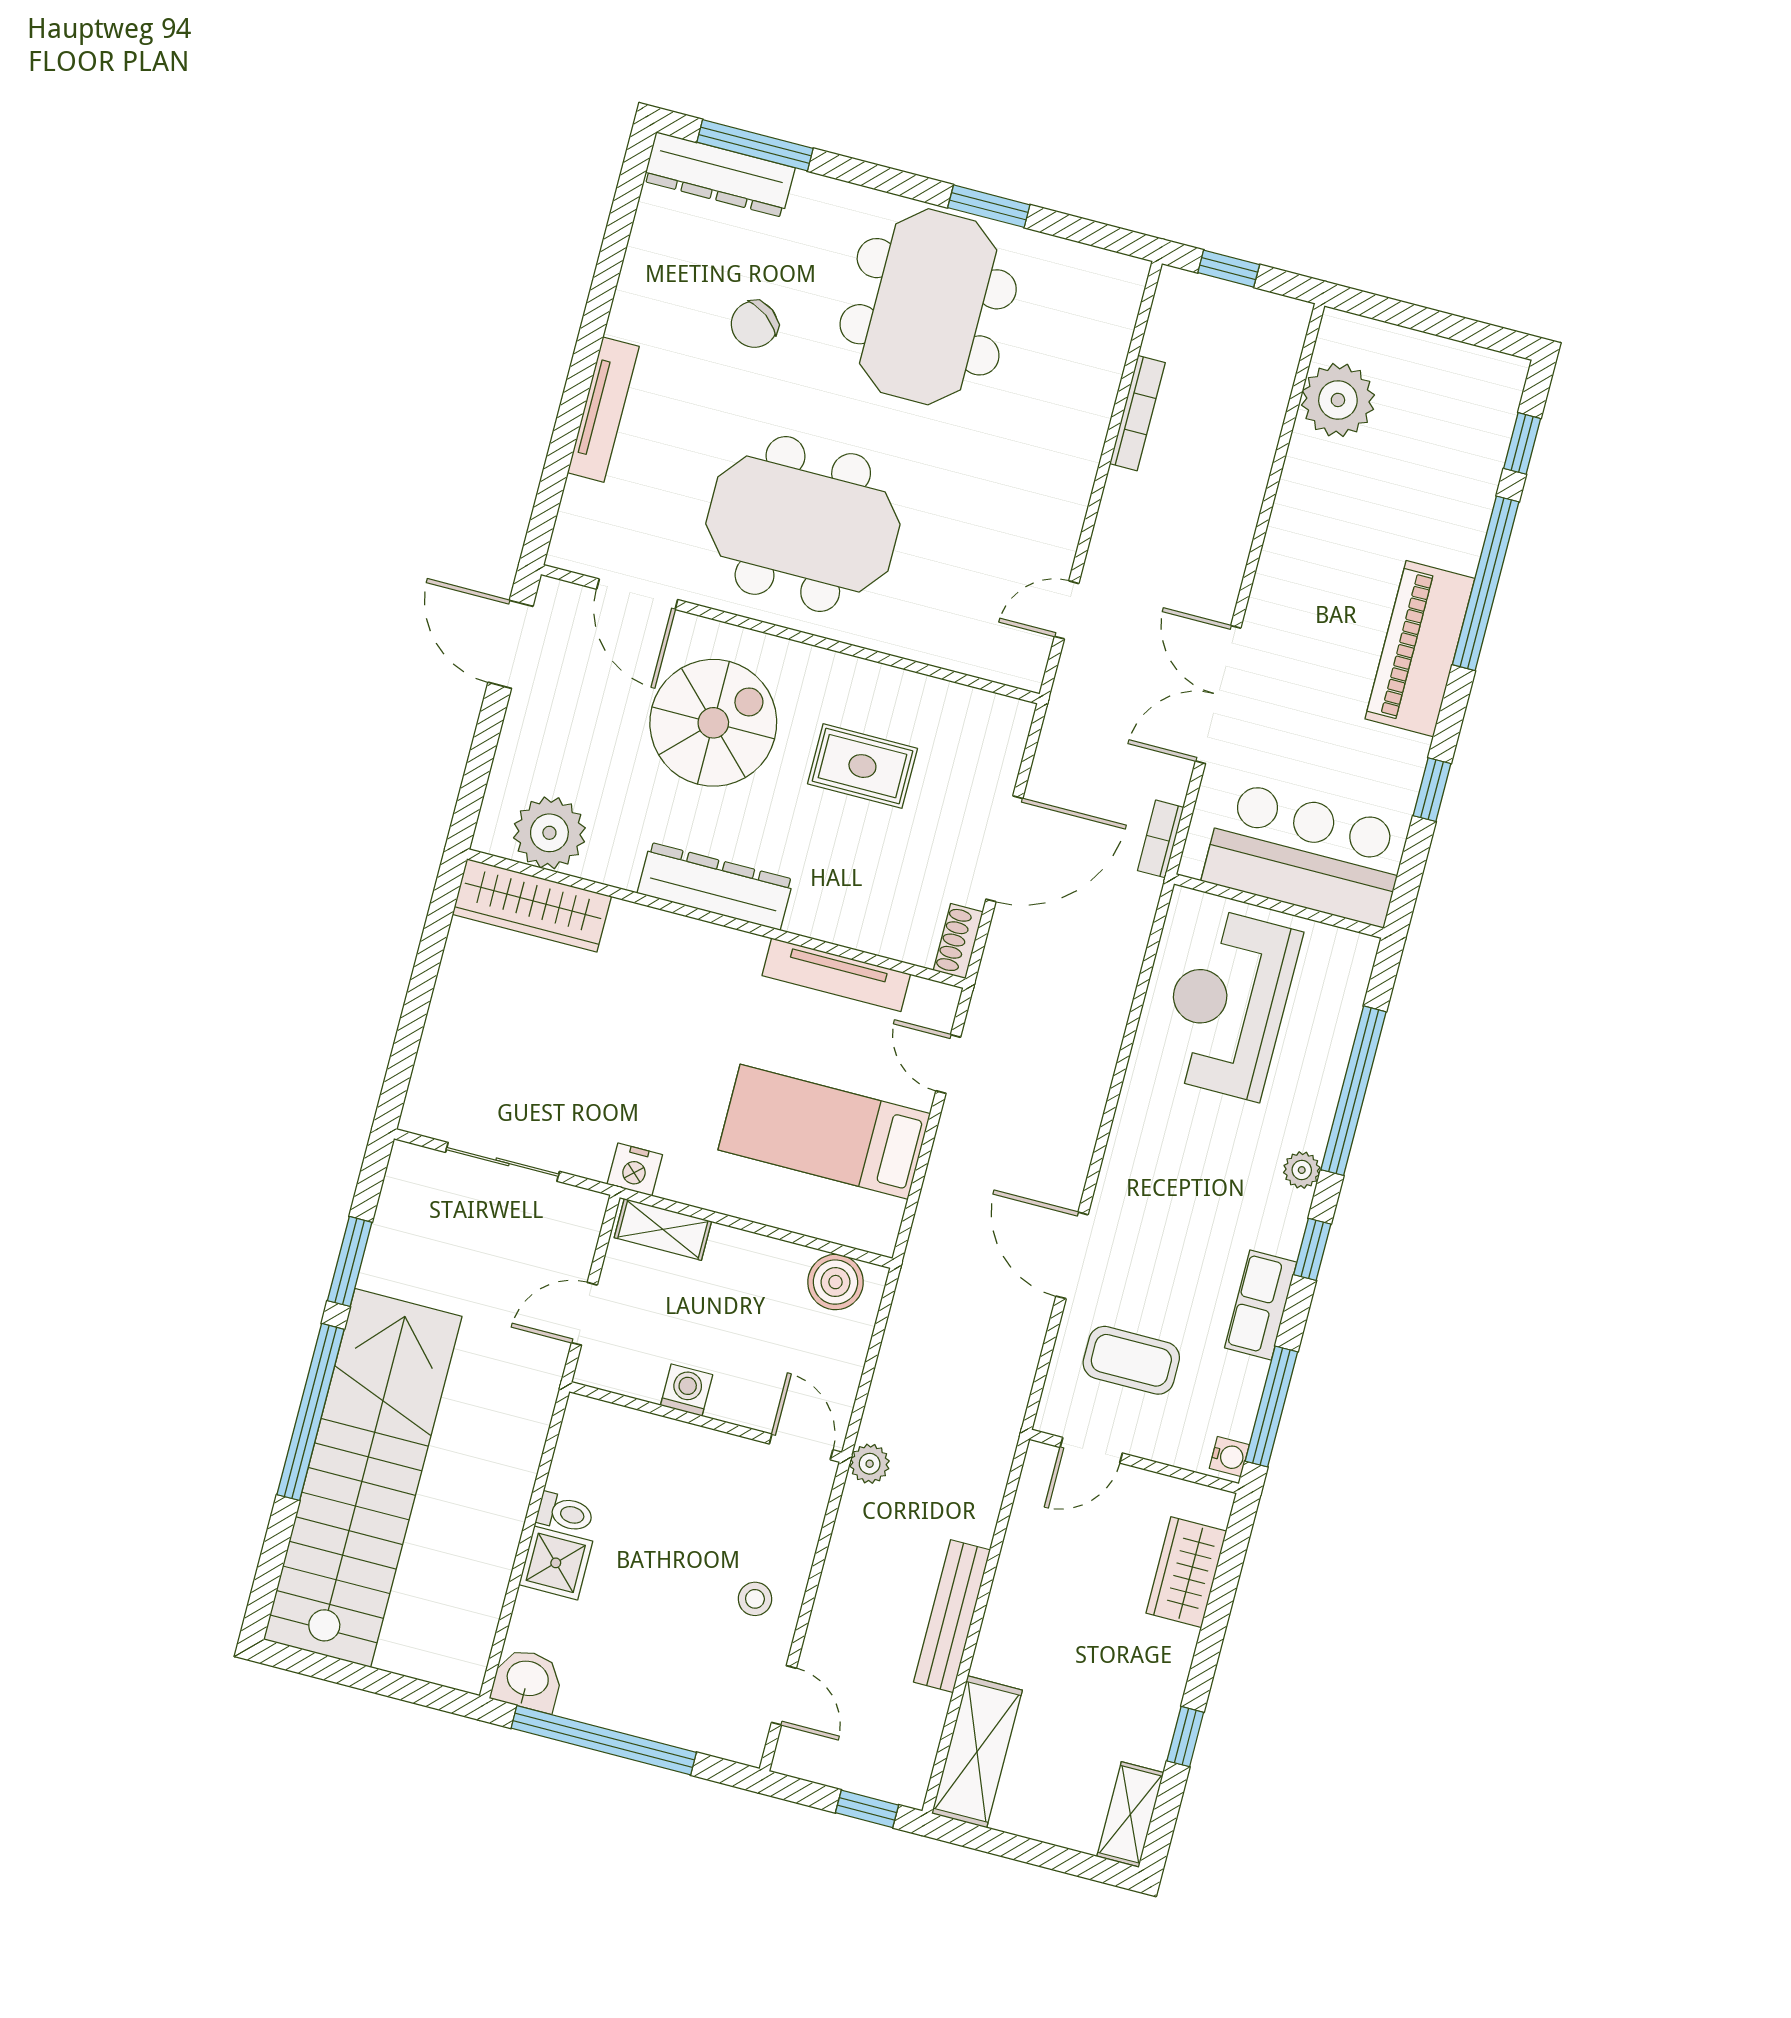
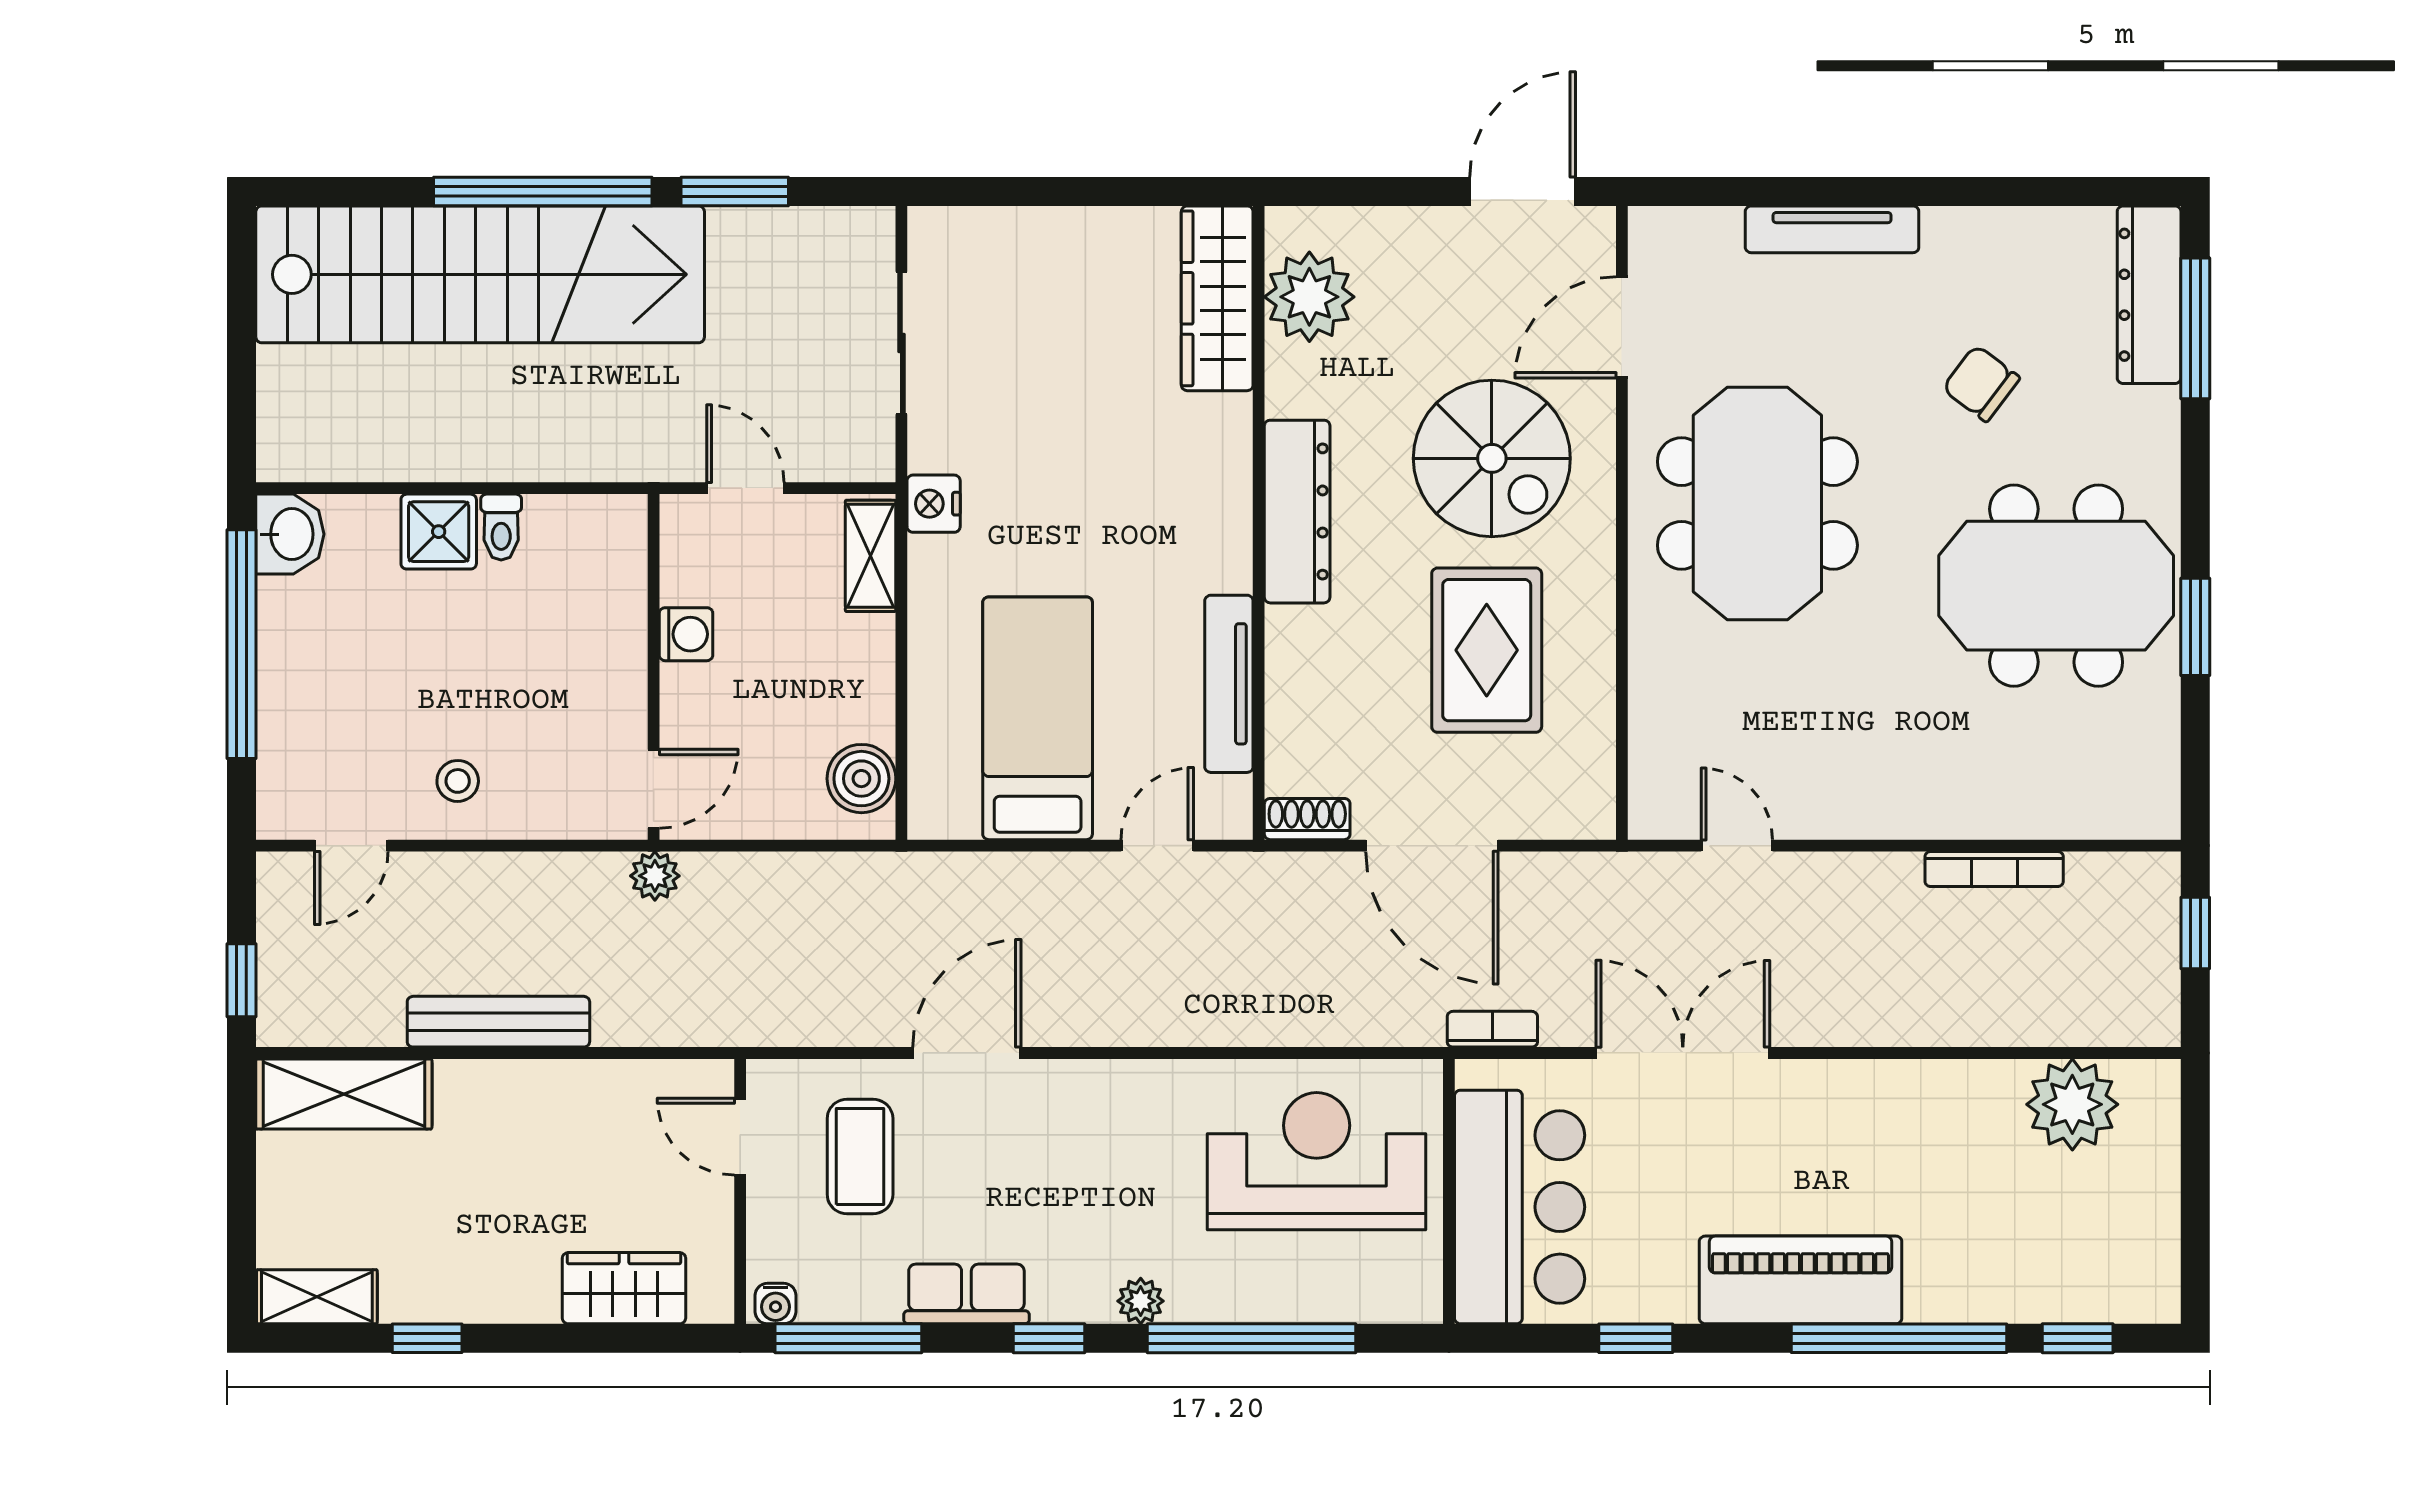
rug: (862, 766) -> (1487, 650), width x1.36, depth x1.43

